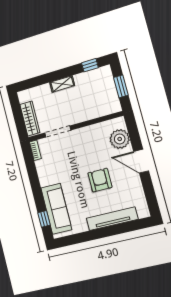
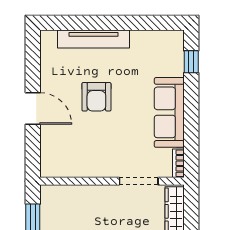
plant: (120, 139) -> (54, 147), removed
sofa: (56, 209) -> (169, 112), moved

